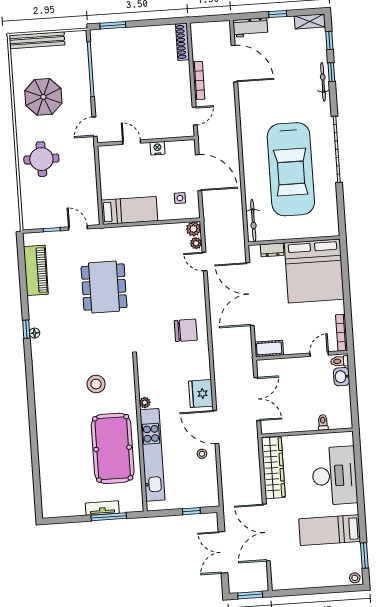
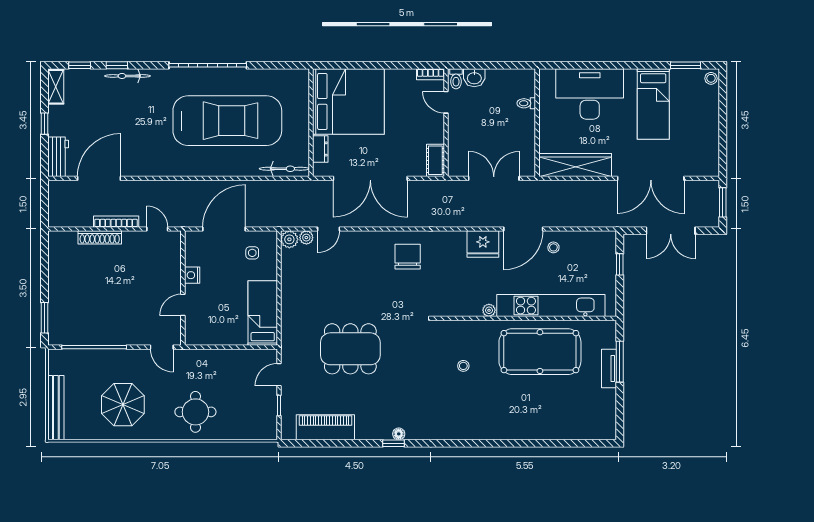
shoe rack: (182, 42) -> (100, 237), moved
bookcase: (342, 333) -> (431, 74), width x0.64
stool: (96, 384) -> (463, 366), width x0.53, depth x0.53

